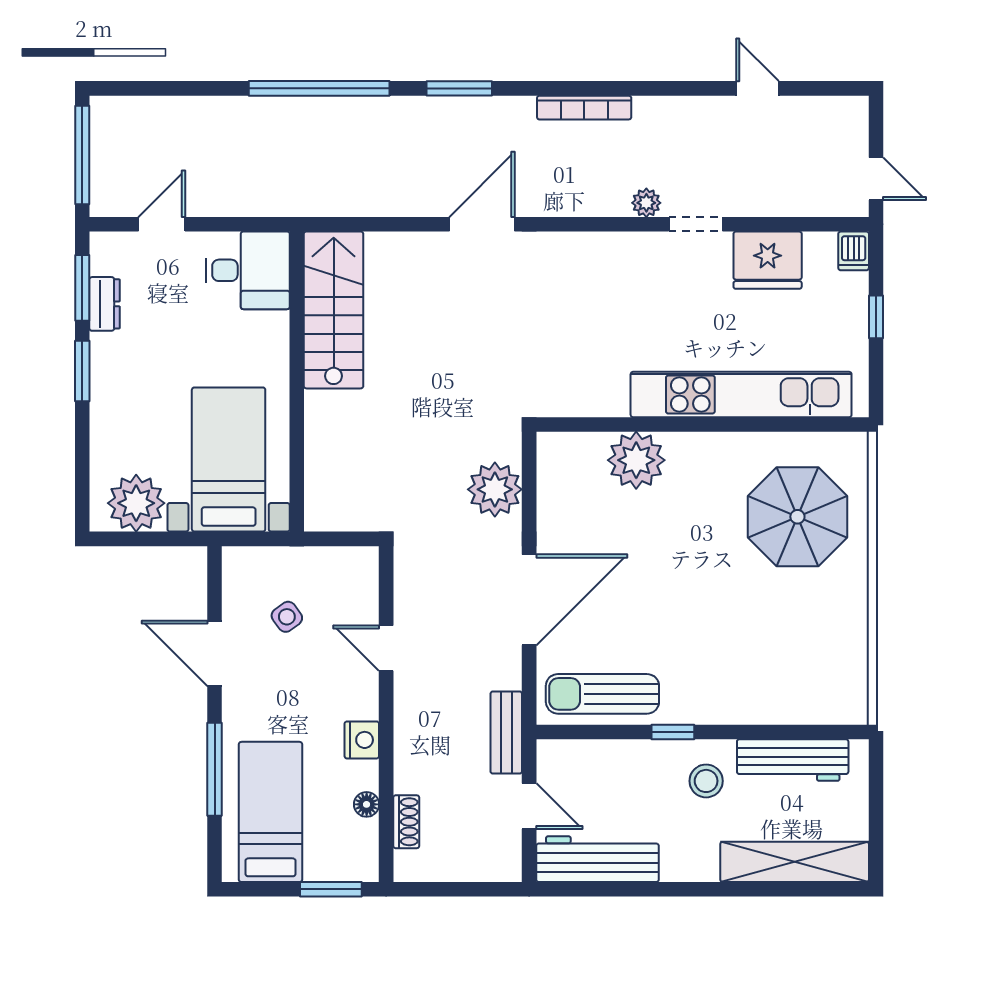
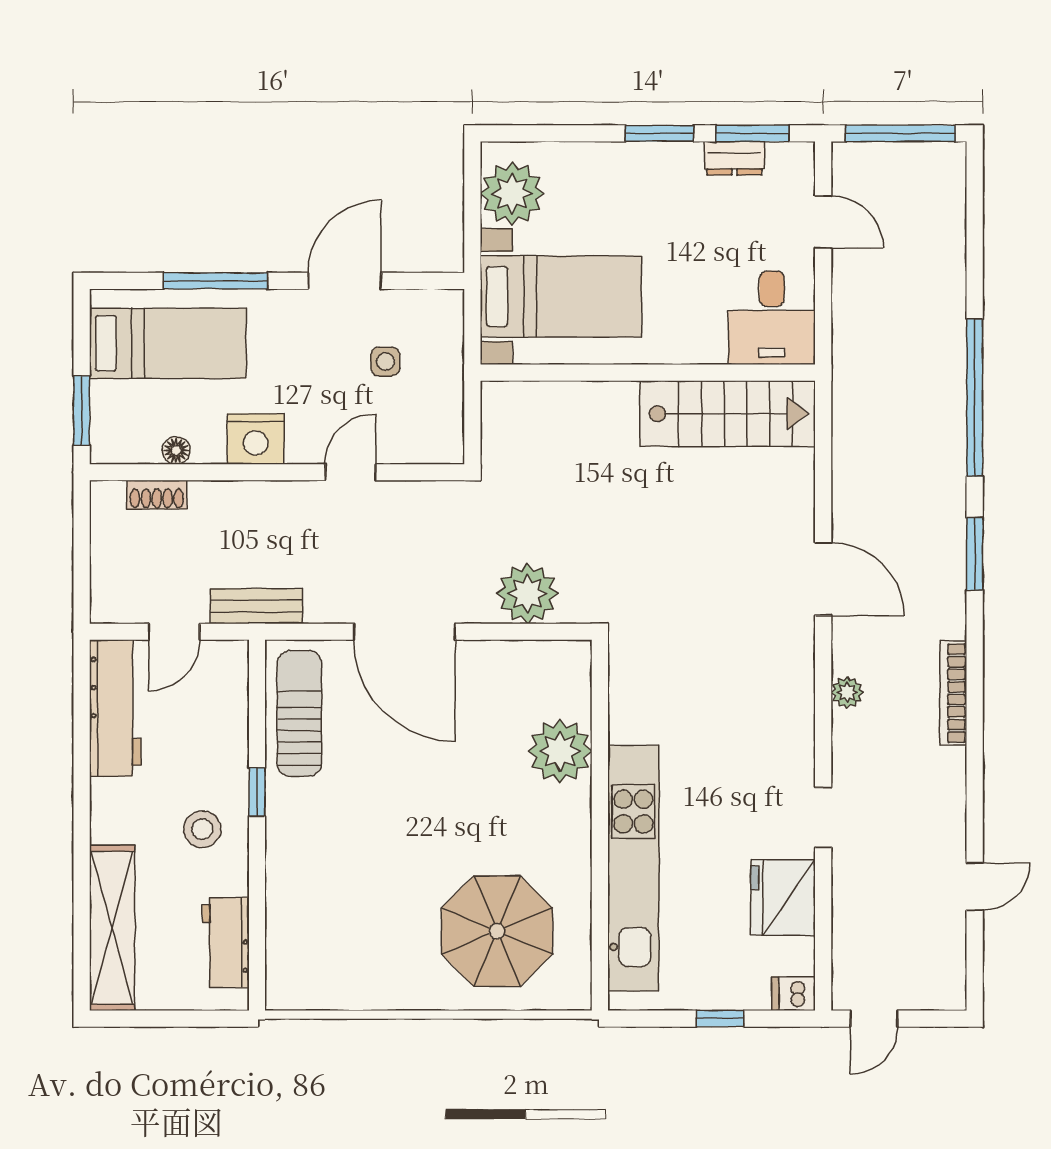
plant: (646, 203) -> (847, 692), moved
side table: (287, 617) -> (385, 362), turned 36
nightstand: (362, 740) -> (256, 439), width x1.36, depth x1.33
workbench: (793, 760) -> (226, 943), width x0.73

